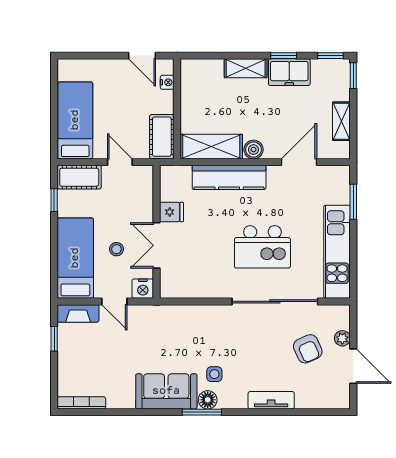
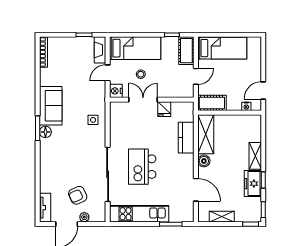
kitchen counter: (229, 177) -> (186, 138), width x0.67
side table: (214, 374) -> (93, 120), moved
tv unit: (271, 400) -> (45, 208), moved

